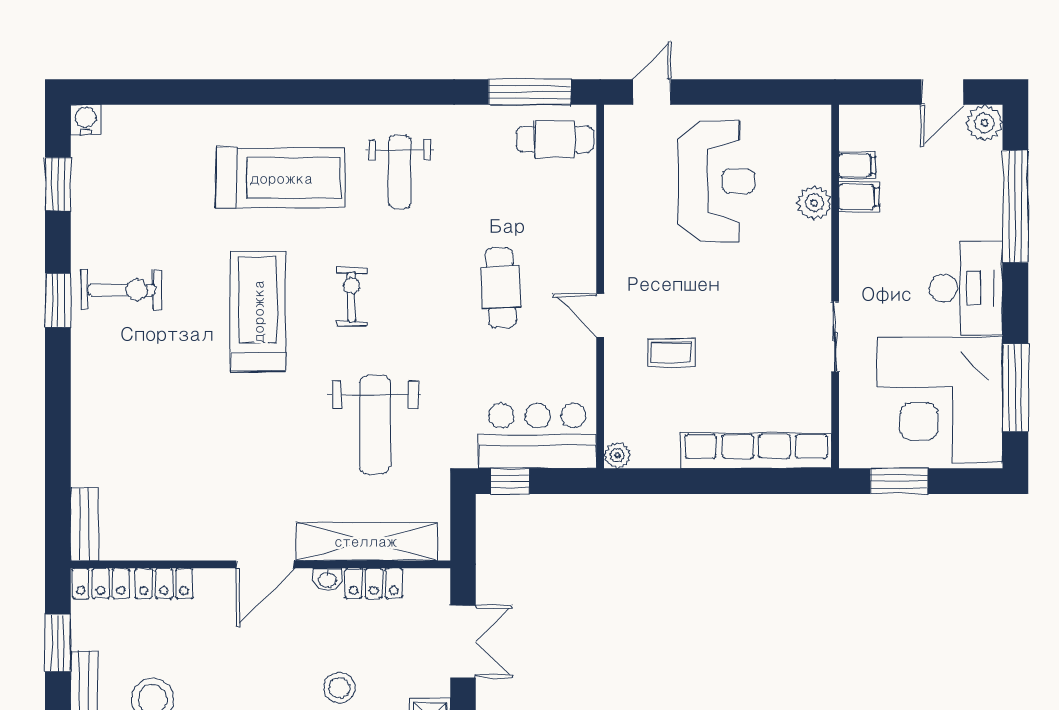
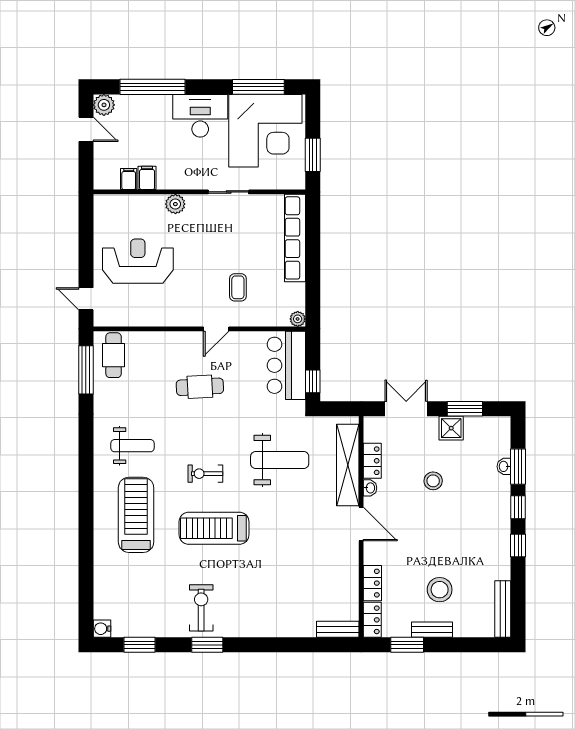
plant: (814, 203) -> (175, 204), moved

